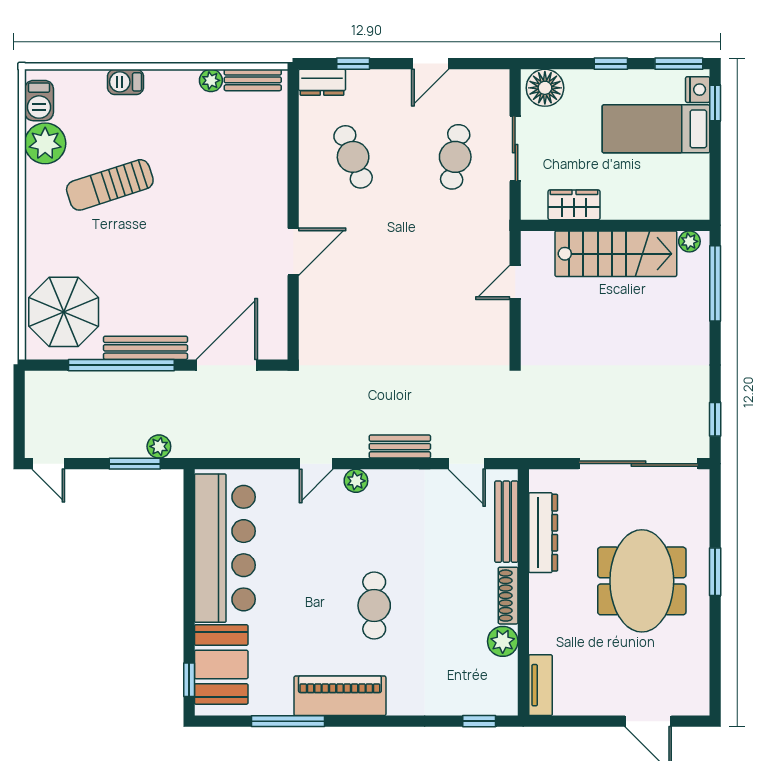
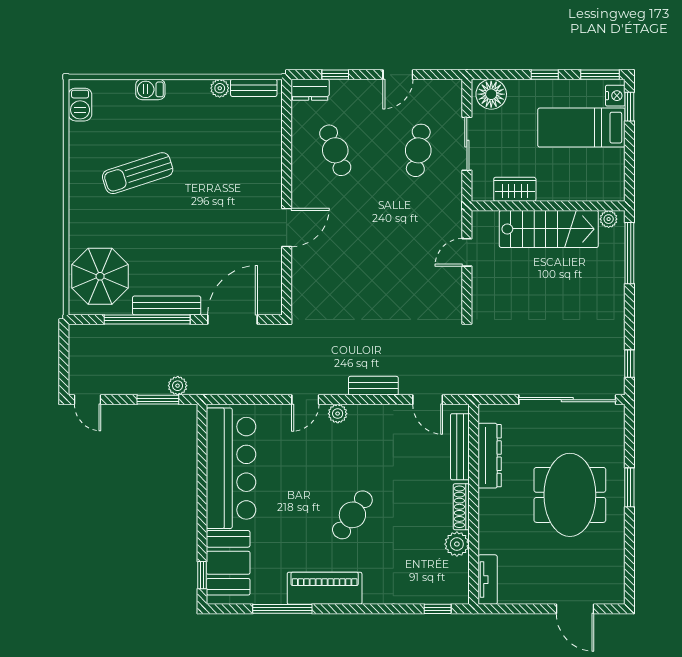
plant: (45, 143) -> (85, 139), removed
cafe table: (374, 605) -> (352, 515), turned 35

